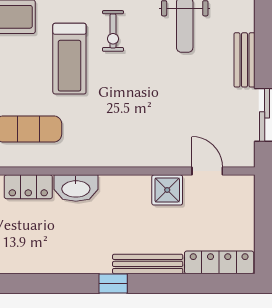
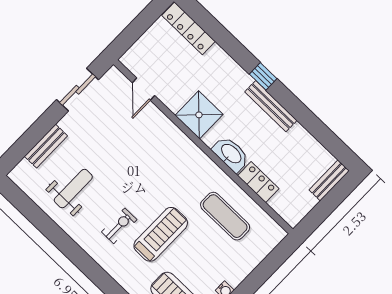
bench: (244, 60) -> (46, 146), moved
shower: (167, 190) -> (199, 115), moved, width x1.36, depth x1.36
bench: (148, 264) -> (271, 106), moved

